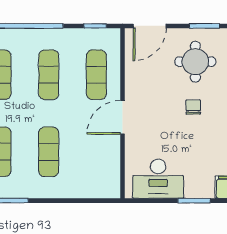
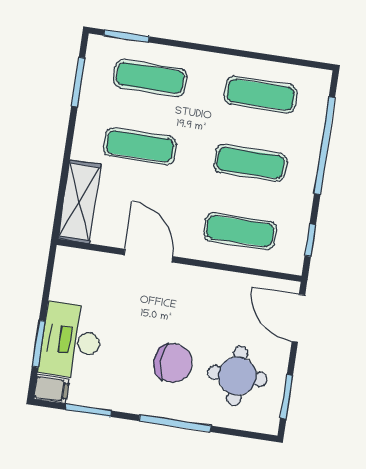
chair: (193, 107) -> (173, 363), width x1.87, depth x1.87
door: (123, 117) -> (148, 256), moved
desk: (158, 179) -> (71, 341), moved
shelving: (93, 187) -> (79, 202), added

